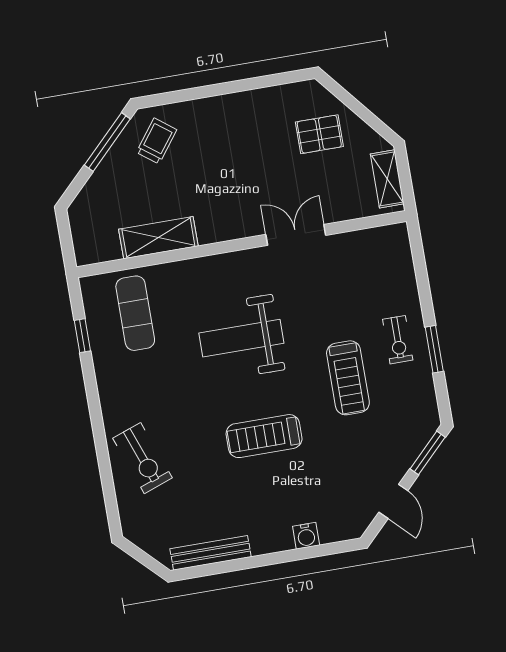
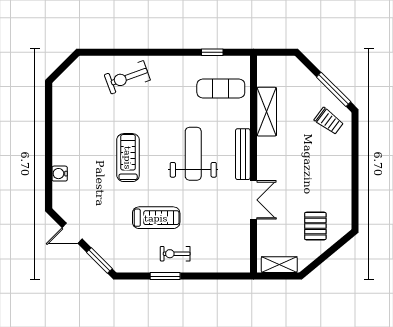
treadmill: (348, 378) -> (156, 218), turned 180
bench: (211, 553) -> (243, 154), moved

